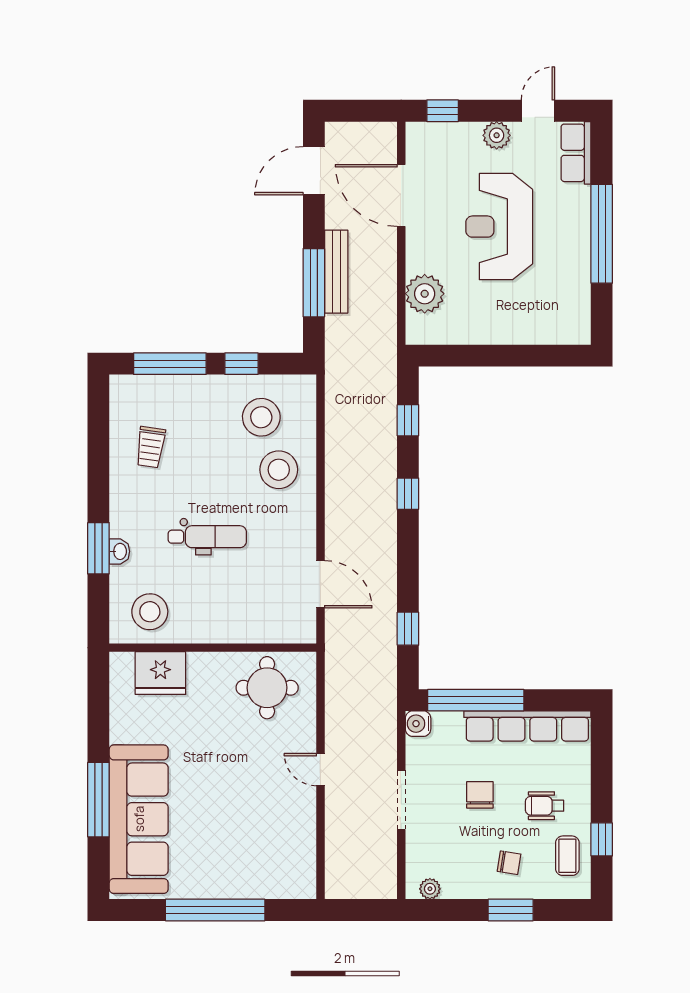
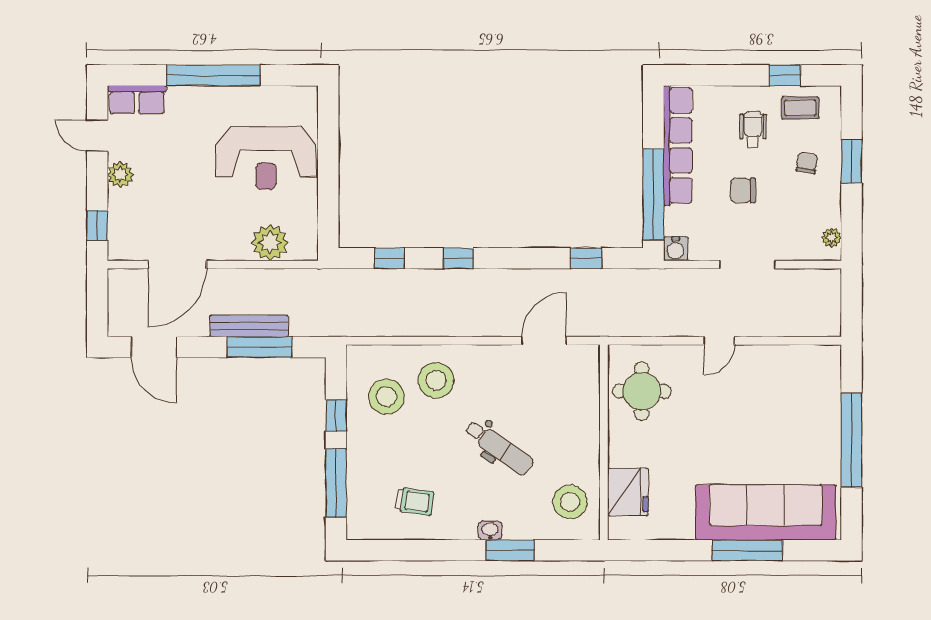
reception desk: (499, 227) -> (266, 158), moved
dental chair: (207, 537) -> (499, 448), turned 125
washbasin: (119, 551) -> (490, 531), moved
wheelchair: (545, 806) -> (753, 129), turned 180

